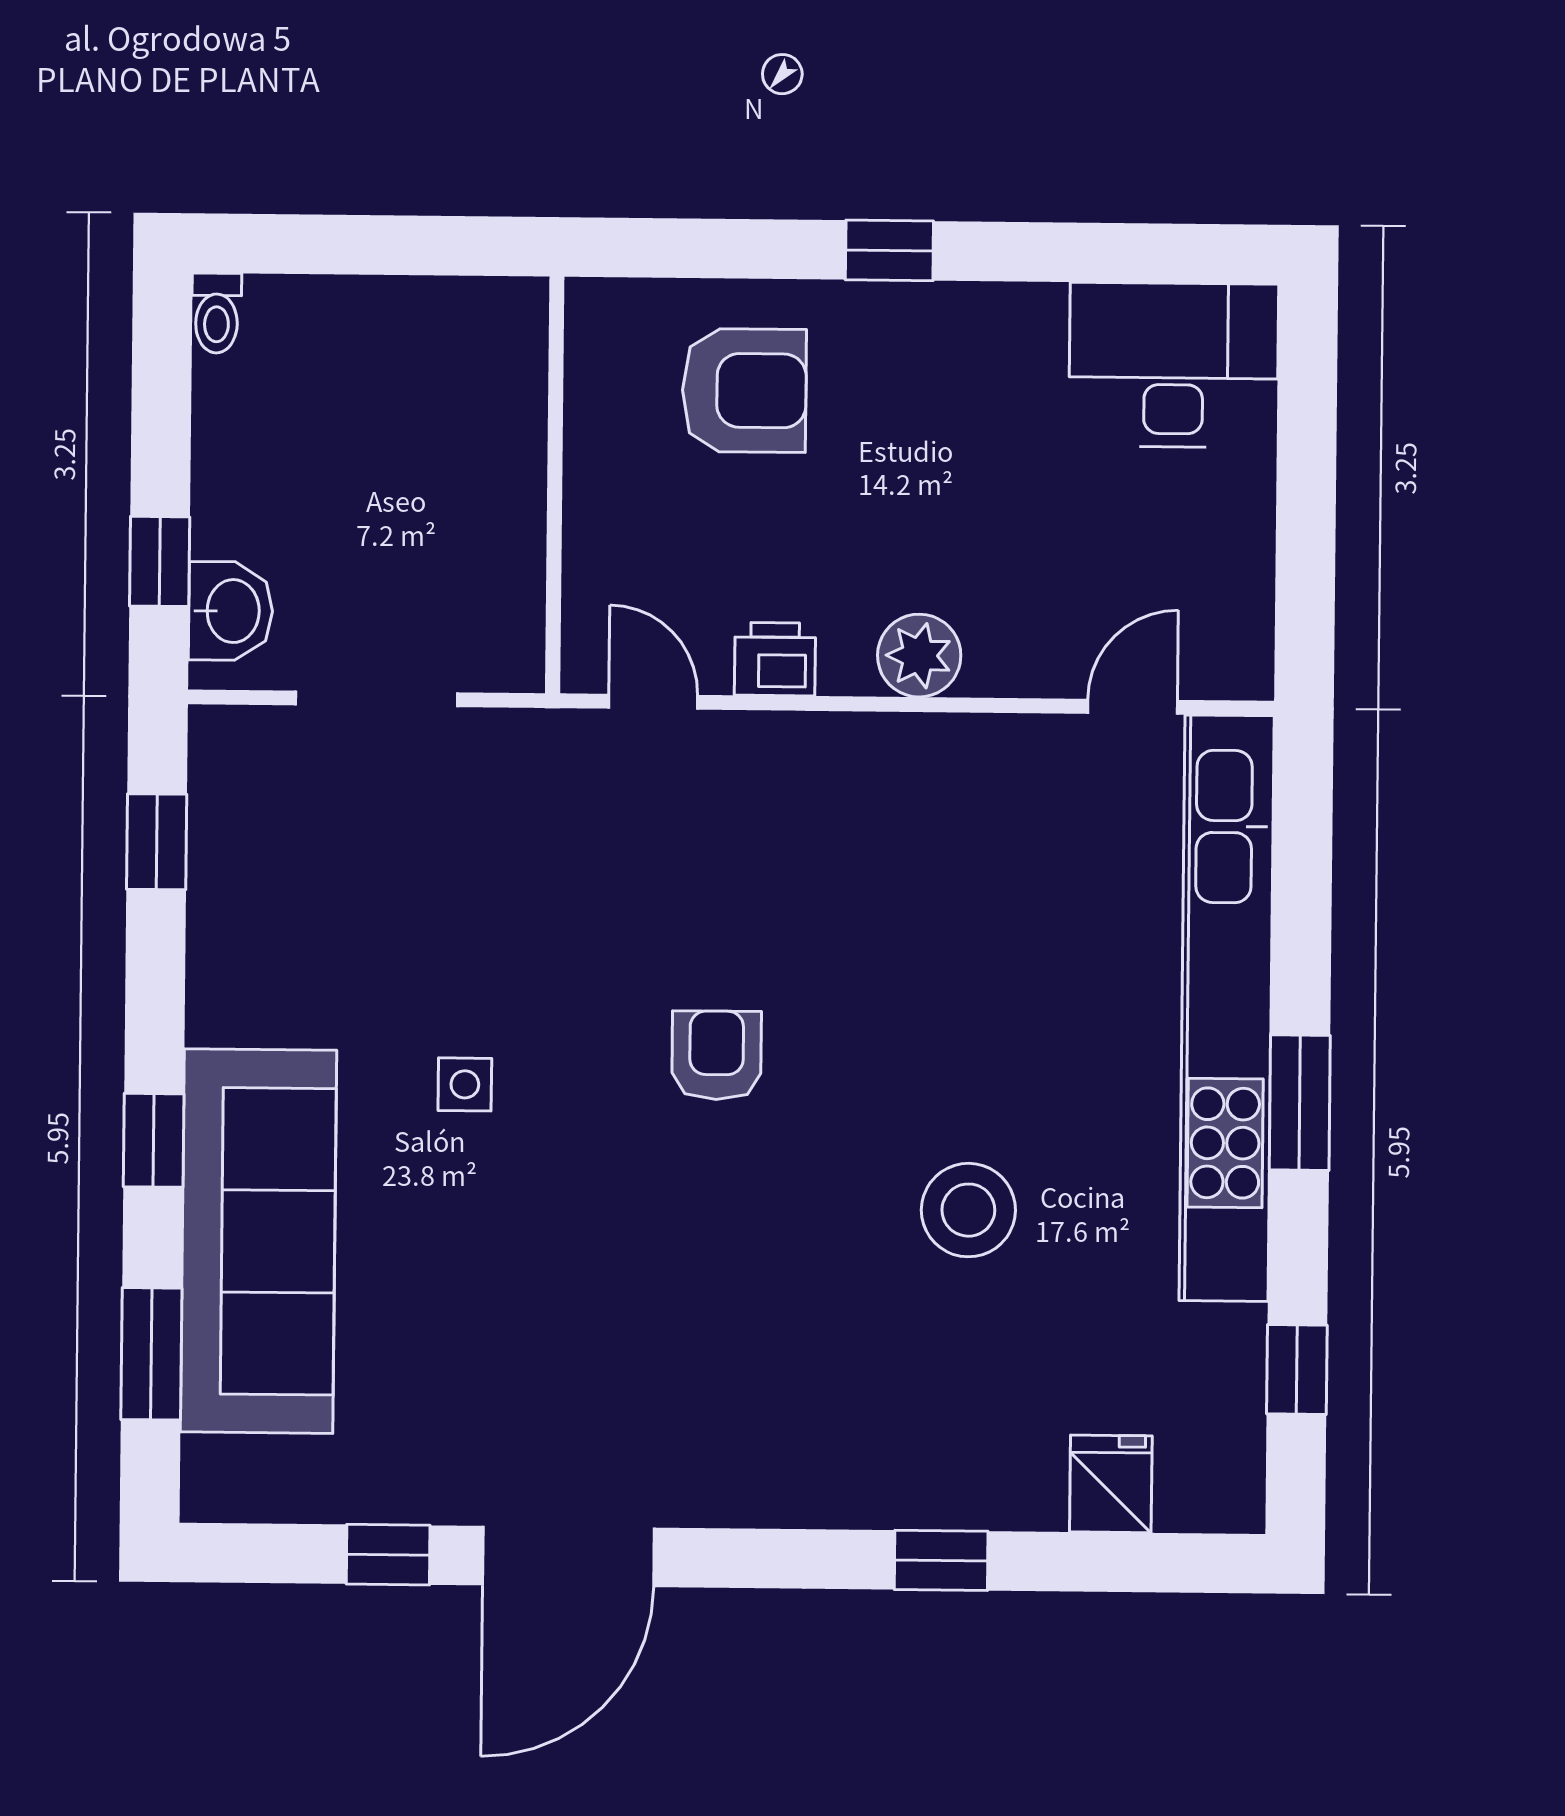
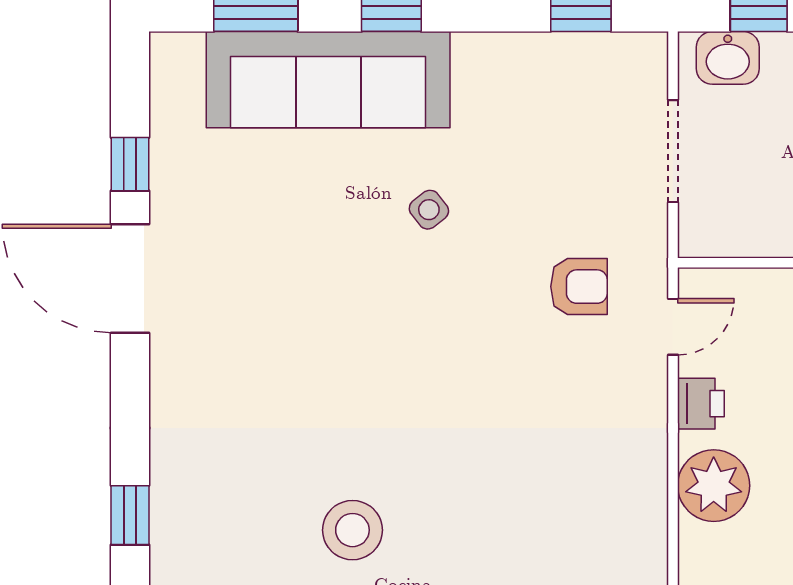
plant: (919, 656) -> (714, 486), width x1.36, depth x1.36
armchair: (717, 1055) -> (579, 287), moved
side table: (465, 1084) -> (429, 210), turned -38

